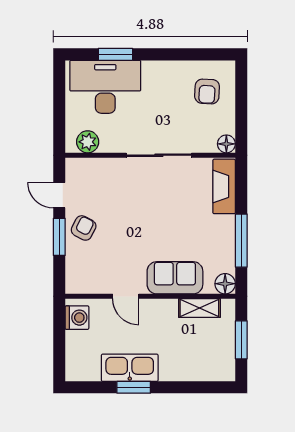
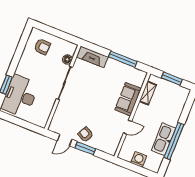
plant: (88, 142) -> (44, 116), removed
floor lamp: (226, 144) -> (67, 59), moved
floor lamp: (225, 284) -> (141, 76), removed
washing machine: (77, 318) -> (139, 159), moved
window: (134, 387) -> (174, 141), width x2.11

